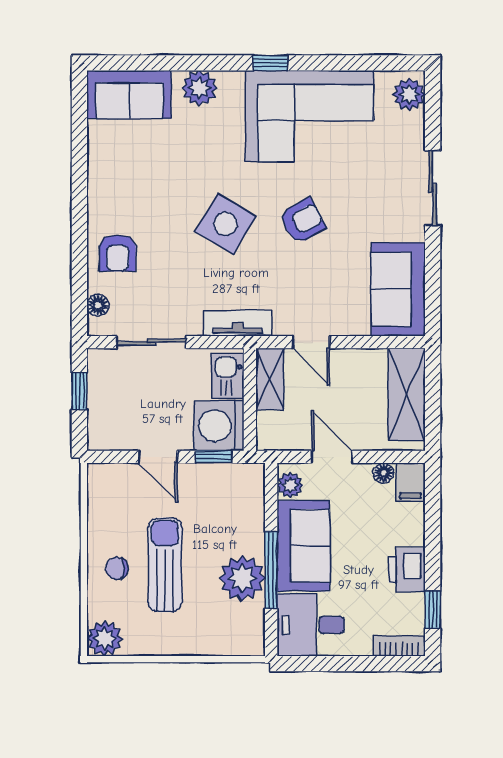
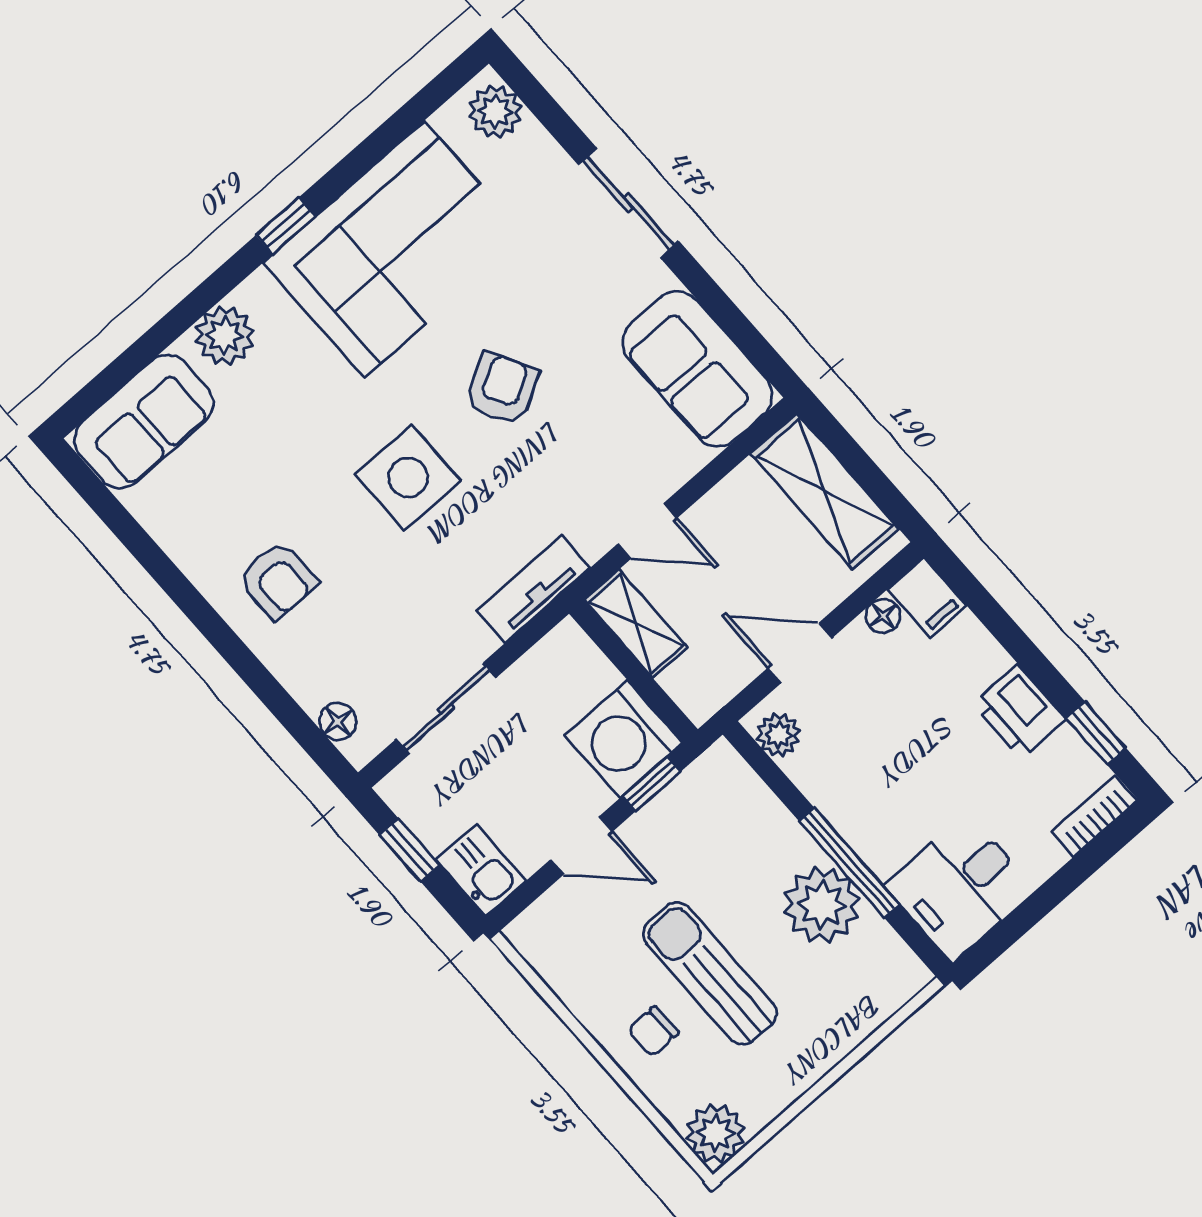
side table: (226, 224) -> (408, 478), turned -31
armchair: (118, 253) -> (278, 580), moved
kitchen sink: (228, 376) -> (481, 870), moved, turned 180
sofa: (303, 546) -> (863, 796), removed

